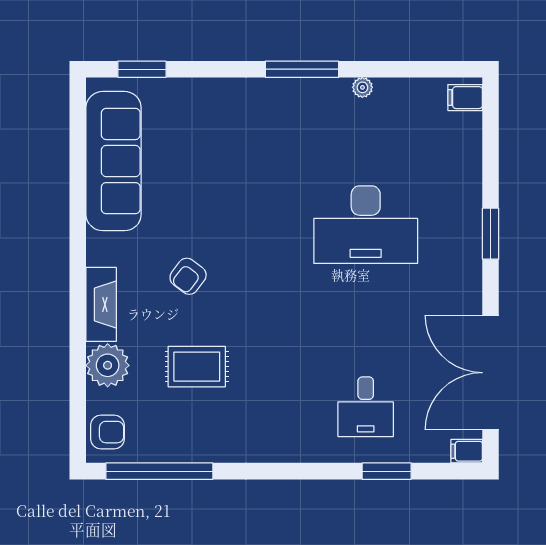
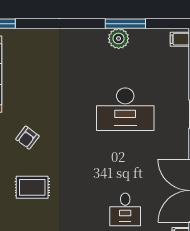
window: (302, 69) -> (125, 24), moved
plant: (362, 87) -> (119, 39), width x1.88, depth x1.88

